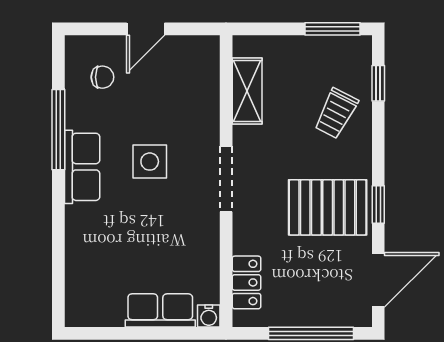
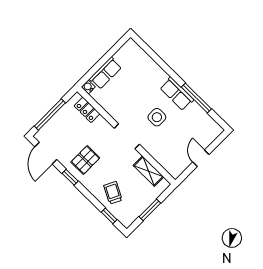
window: (332, 29) -> (150, 210), moved
chair: (102, 77) -> (199, 129), removed
pallet: (328, 207) -> (85, 160), width x0.67, depth x0.71

